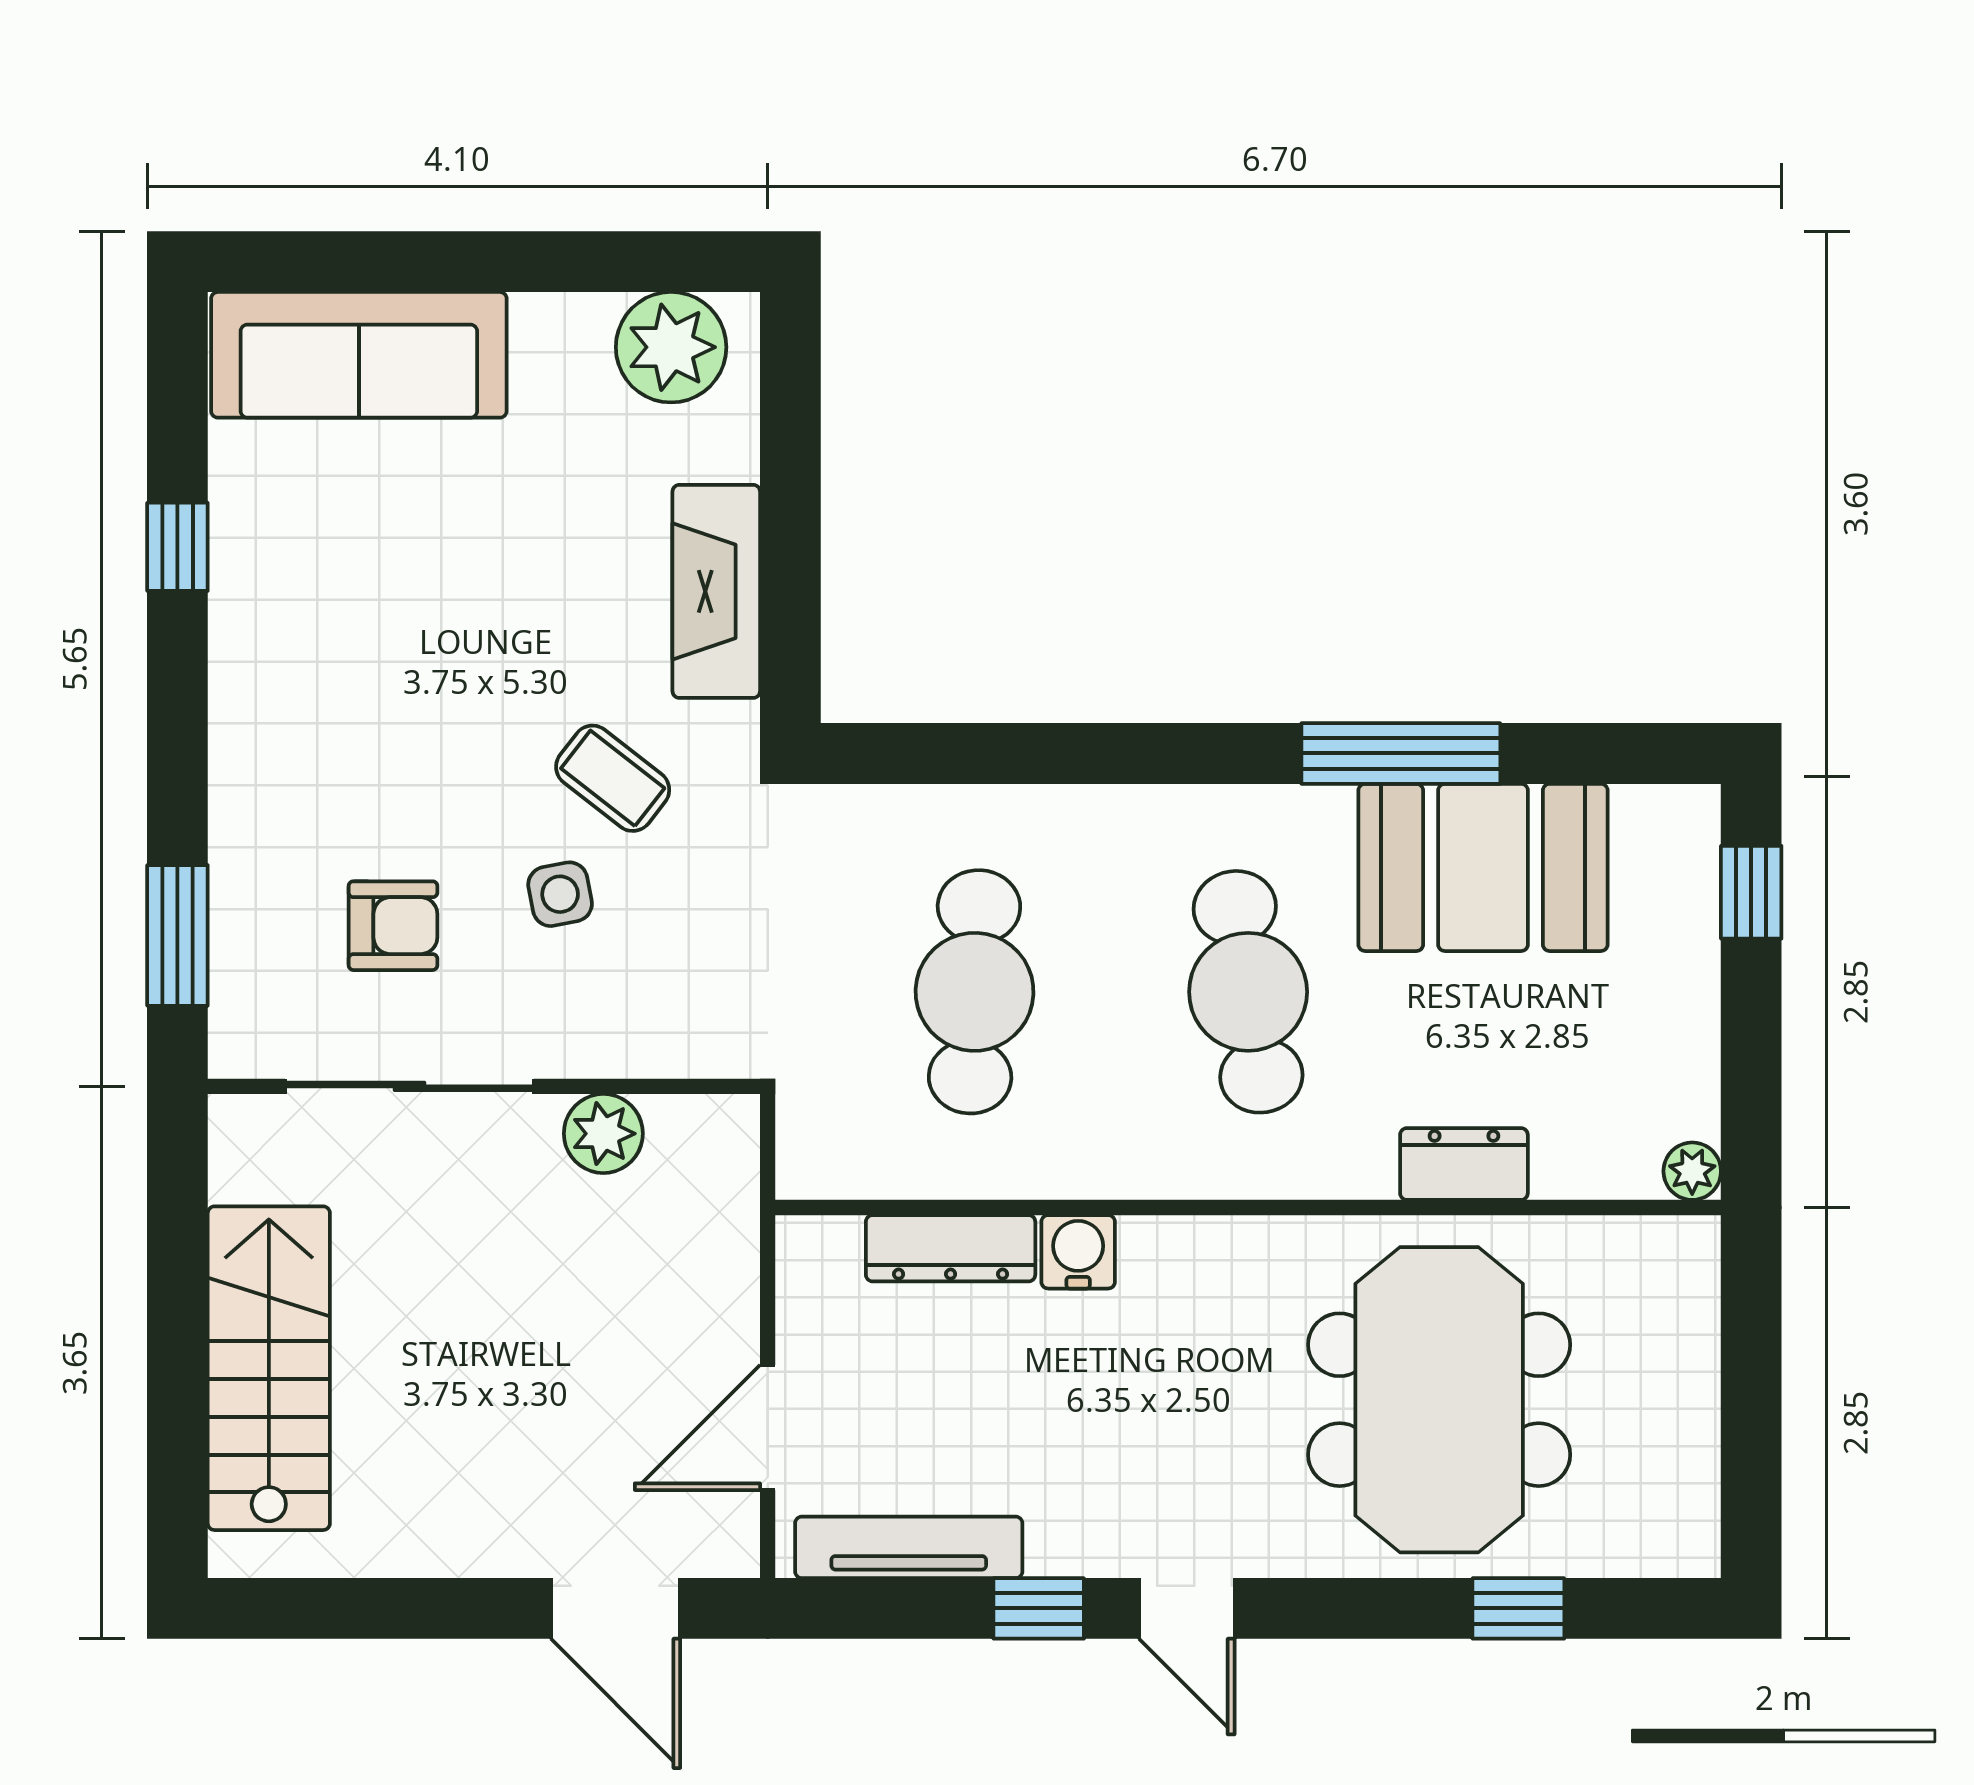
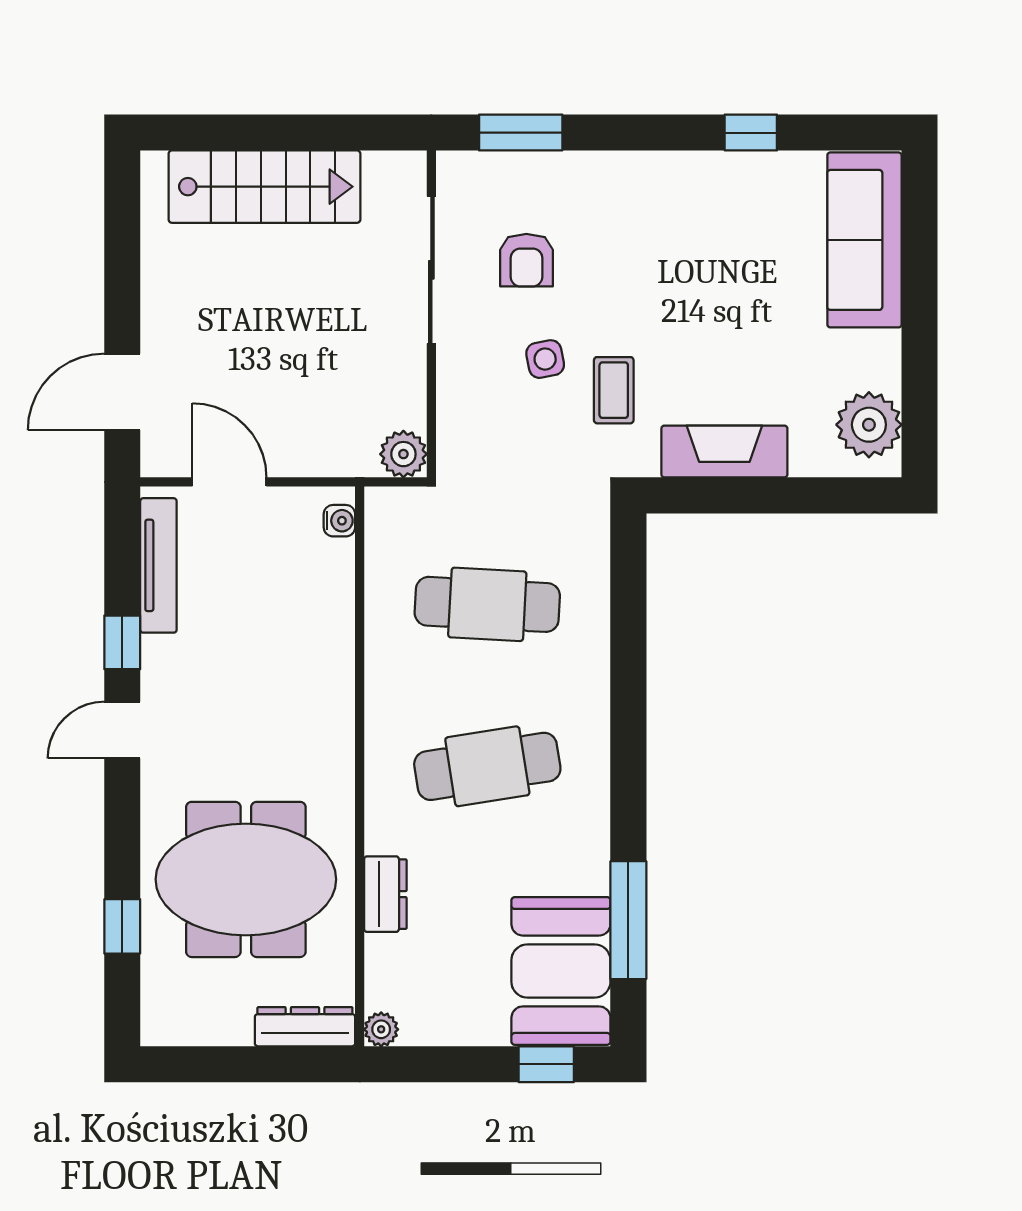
window: (1401, 753) -> (628, 920), moved
coffee table: (613, 778) -> (614, 390), turned -38
booth: (1483, 867) -> (561, 971), moved
plant: (603, 1134) -> (403, 454), moved
dresser: (951, 1248) -> (305, 1027), moved, turned 90
water cooler: (1078, 1252) -> (339, 521), moved, width x0.72, depth x0.72

